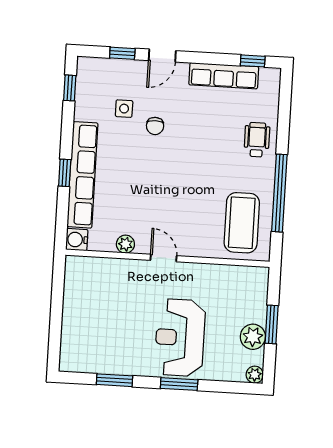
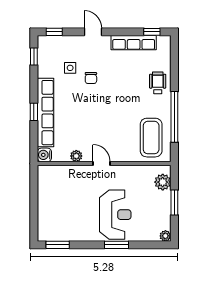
window: (122, 53) -> (54, 32), moved
door: (162, 56) -> (93, 32), swing flipped
plant: (253, 337) -> (163, 182), moved
reception desk: (180, 338) -> (115, 215), turned 180
window: (115, 380) -> (58, 245), moved

